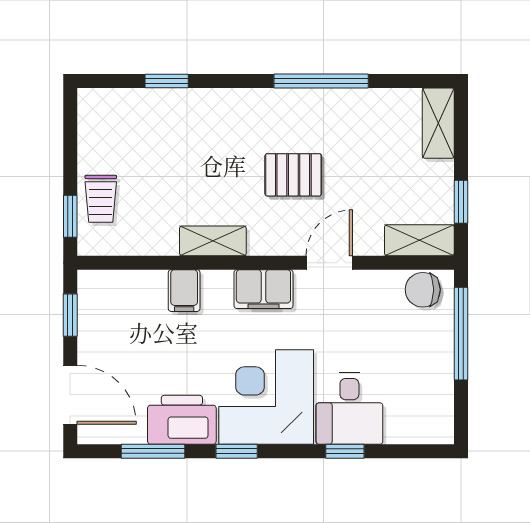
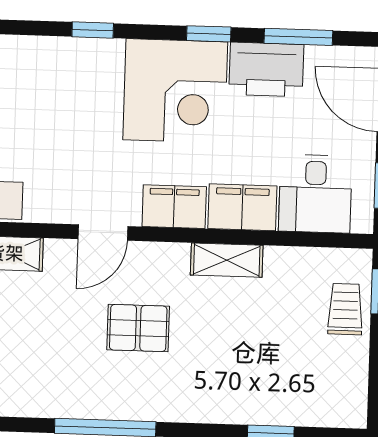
filing cabinet: (184, 291) -> (242, 207), width x2.00
desk: (349, 408) -> (315, 194), moved, turned 180

